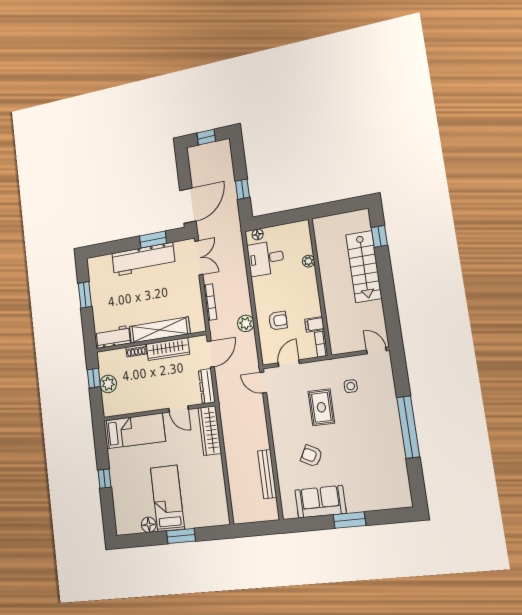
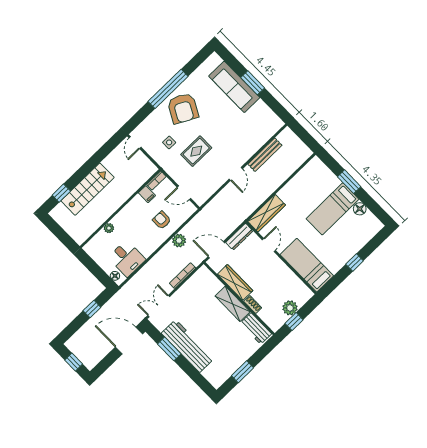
shelving: (160, 330) -> (233, 304), width x0.68
door: (263, 382) -> (236, 174), moved
armchair: (311, 456) -> (183, 108), moved, width x1.88, depth x1.88
sofa: (320, 502) -> (234, 87), moved, width x1.36

